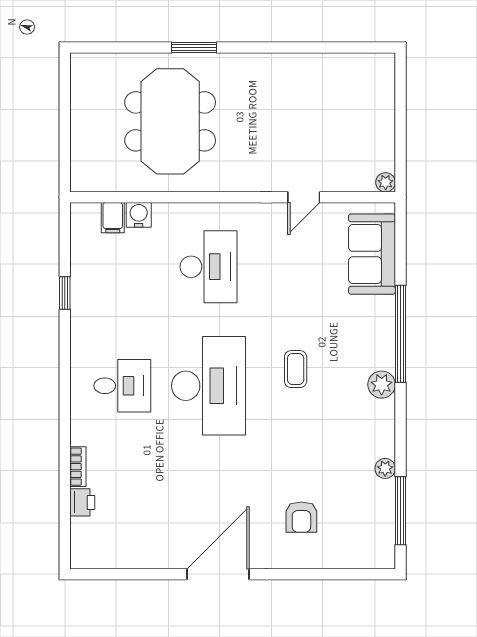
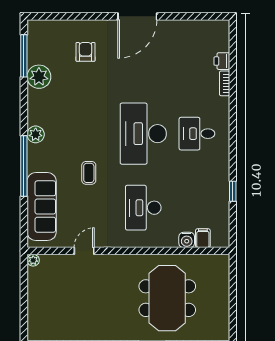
sofa: (372, 254) -> (42, 207), width x1.36
coffee table: (296, 369) -> (89, 173), moved
plant: (385, 468) -> (39, 77), width x1.87, depth x1.87

